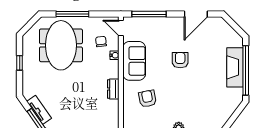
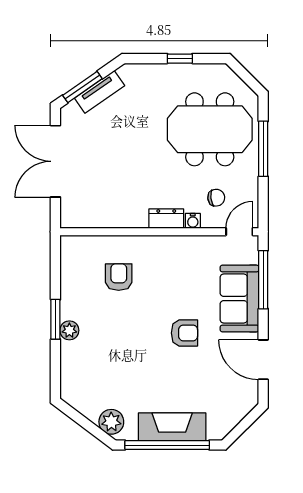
sofa: (134, 61) -> (239, 298), moved, turned 90
dresser: (113, 89) -> (166, 219), moved
armchair: (147, 99) -> (119, 277), turned -79
plant: (232, 103) -> (111, 422), added

